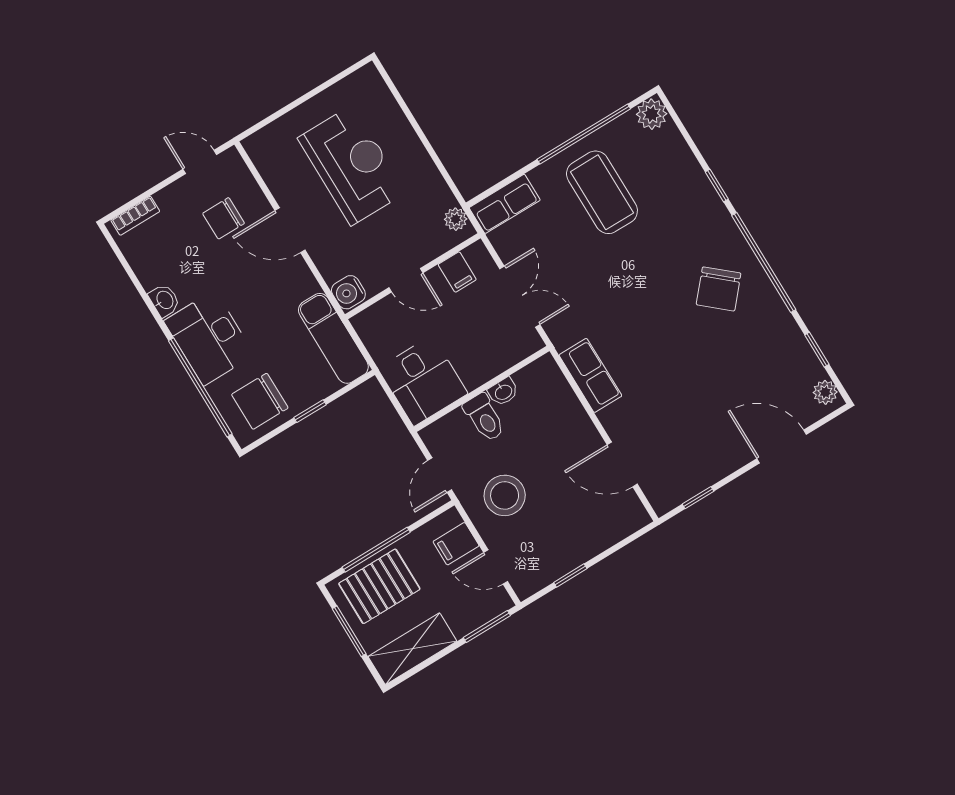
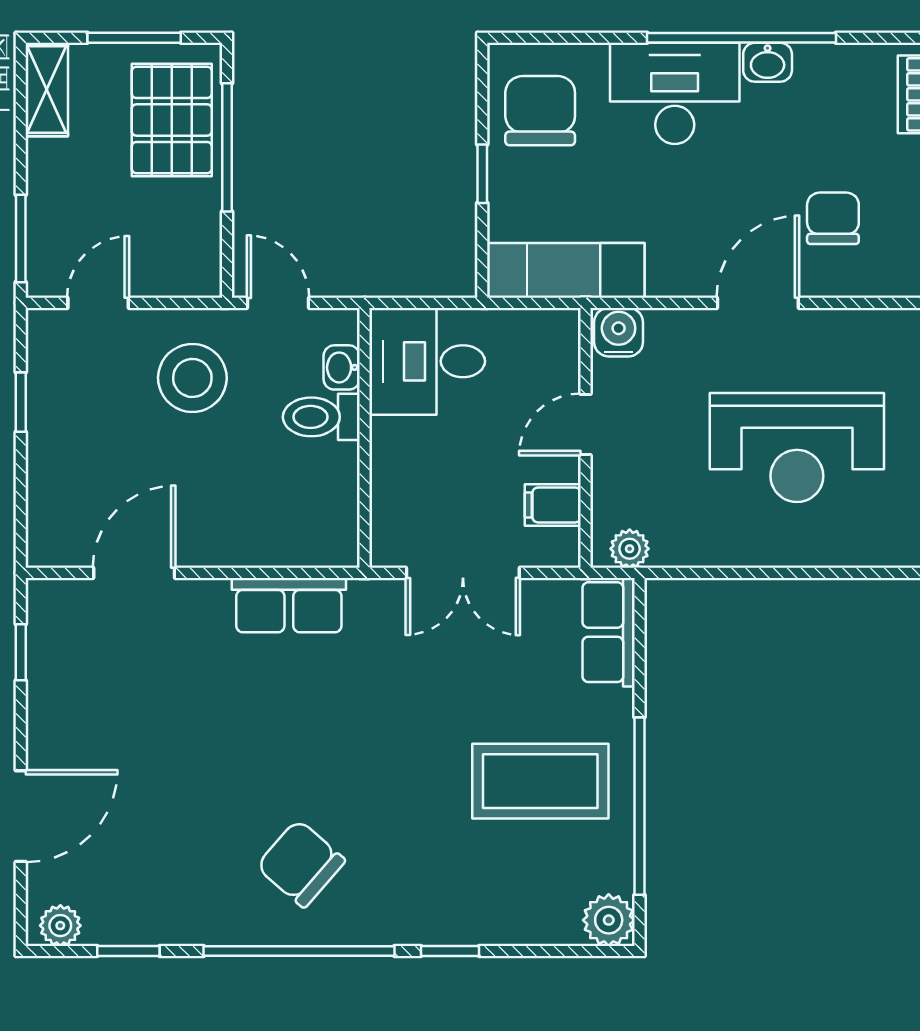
window: (200, 387) -> (741, 38), moved
washbasin: (503, 392) -> (342, 367), moved
filing cabinet: (456, 544) -> (166, 267), removed
shelving: (412, 649) -> (47, 89), width x0.67, depth x0.75

